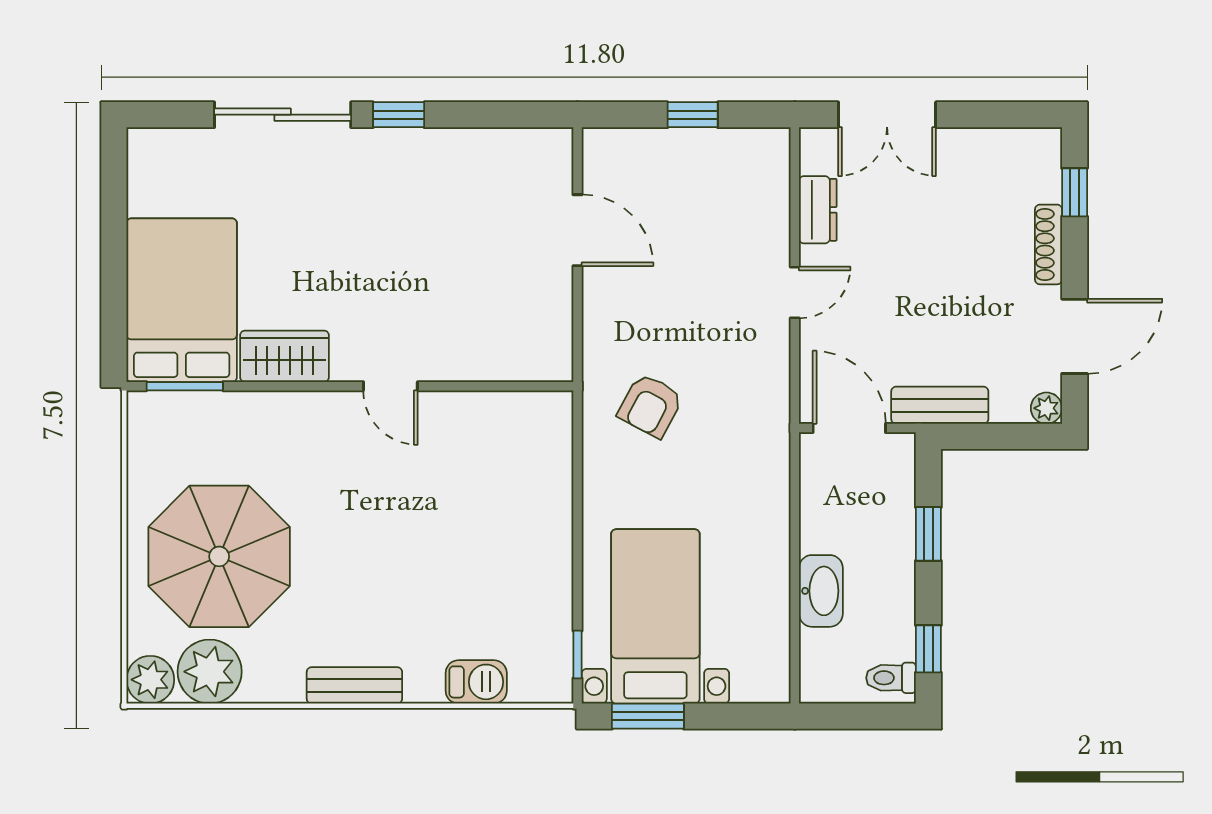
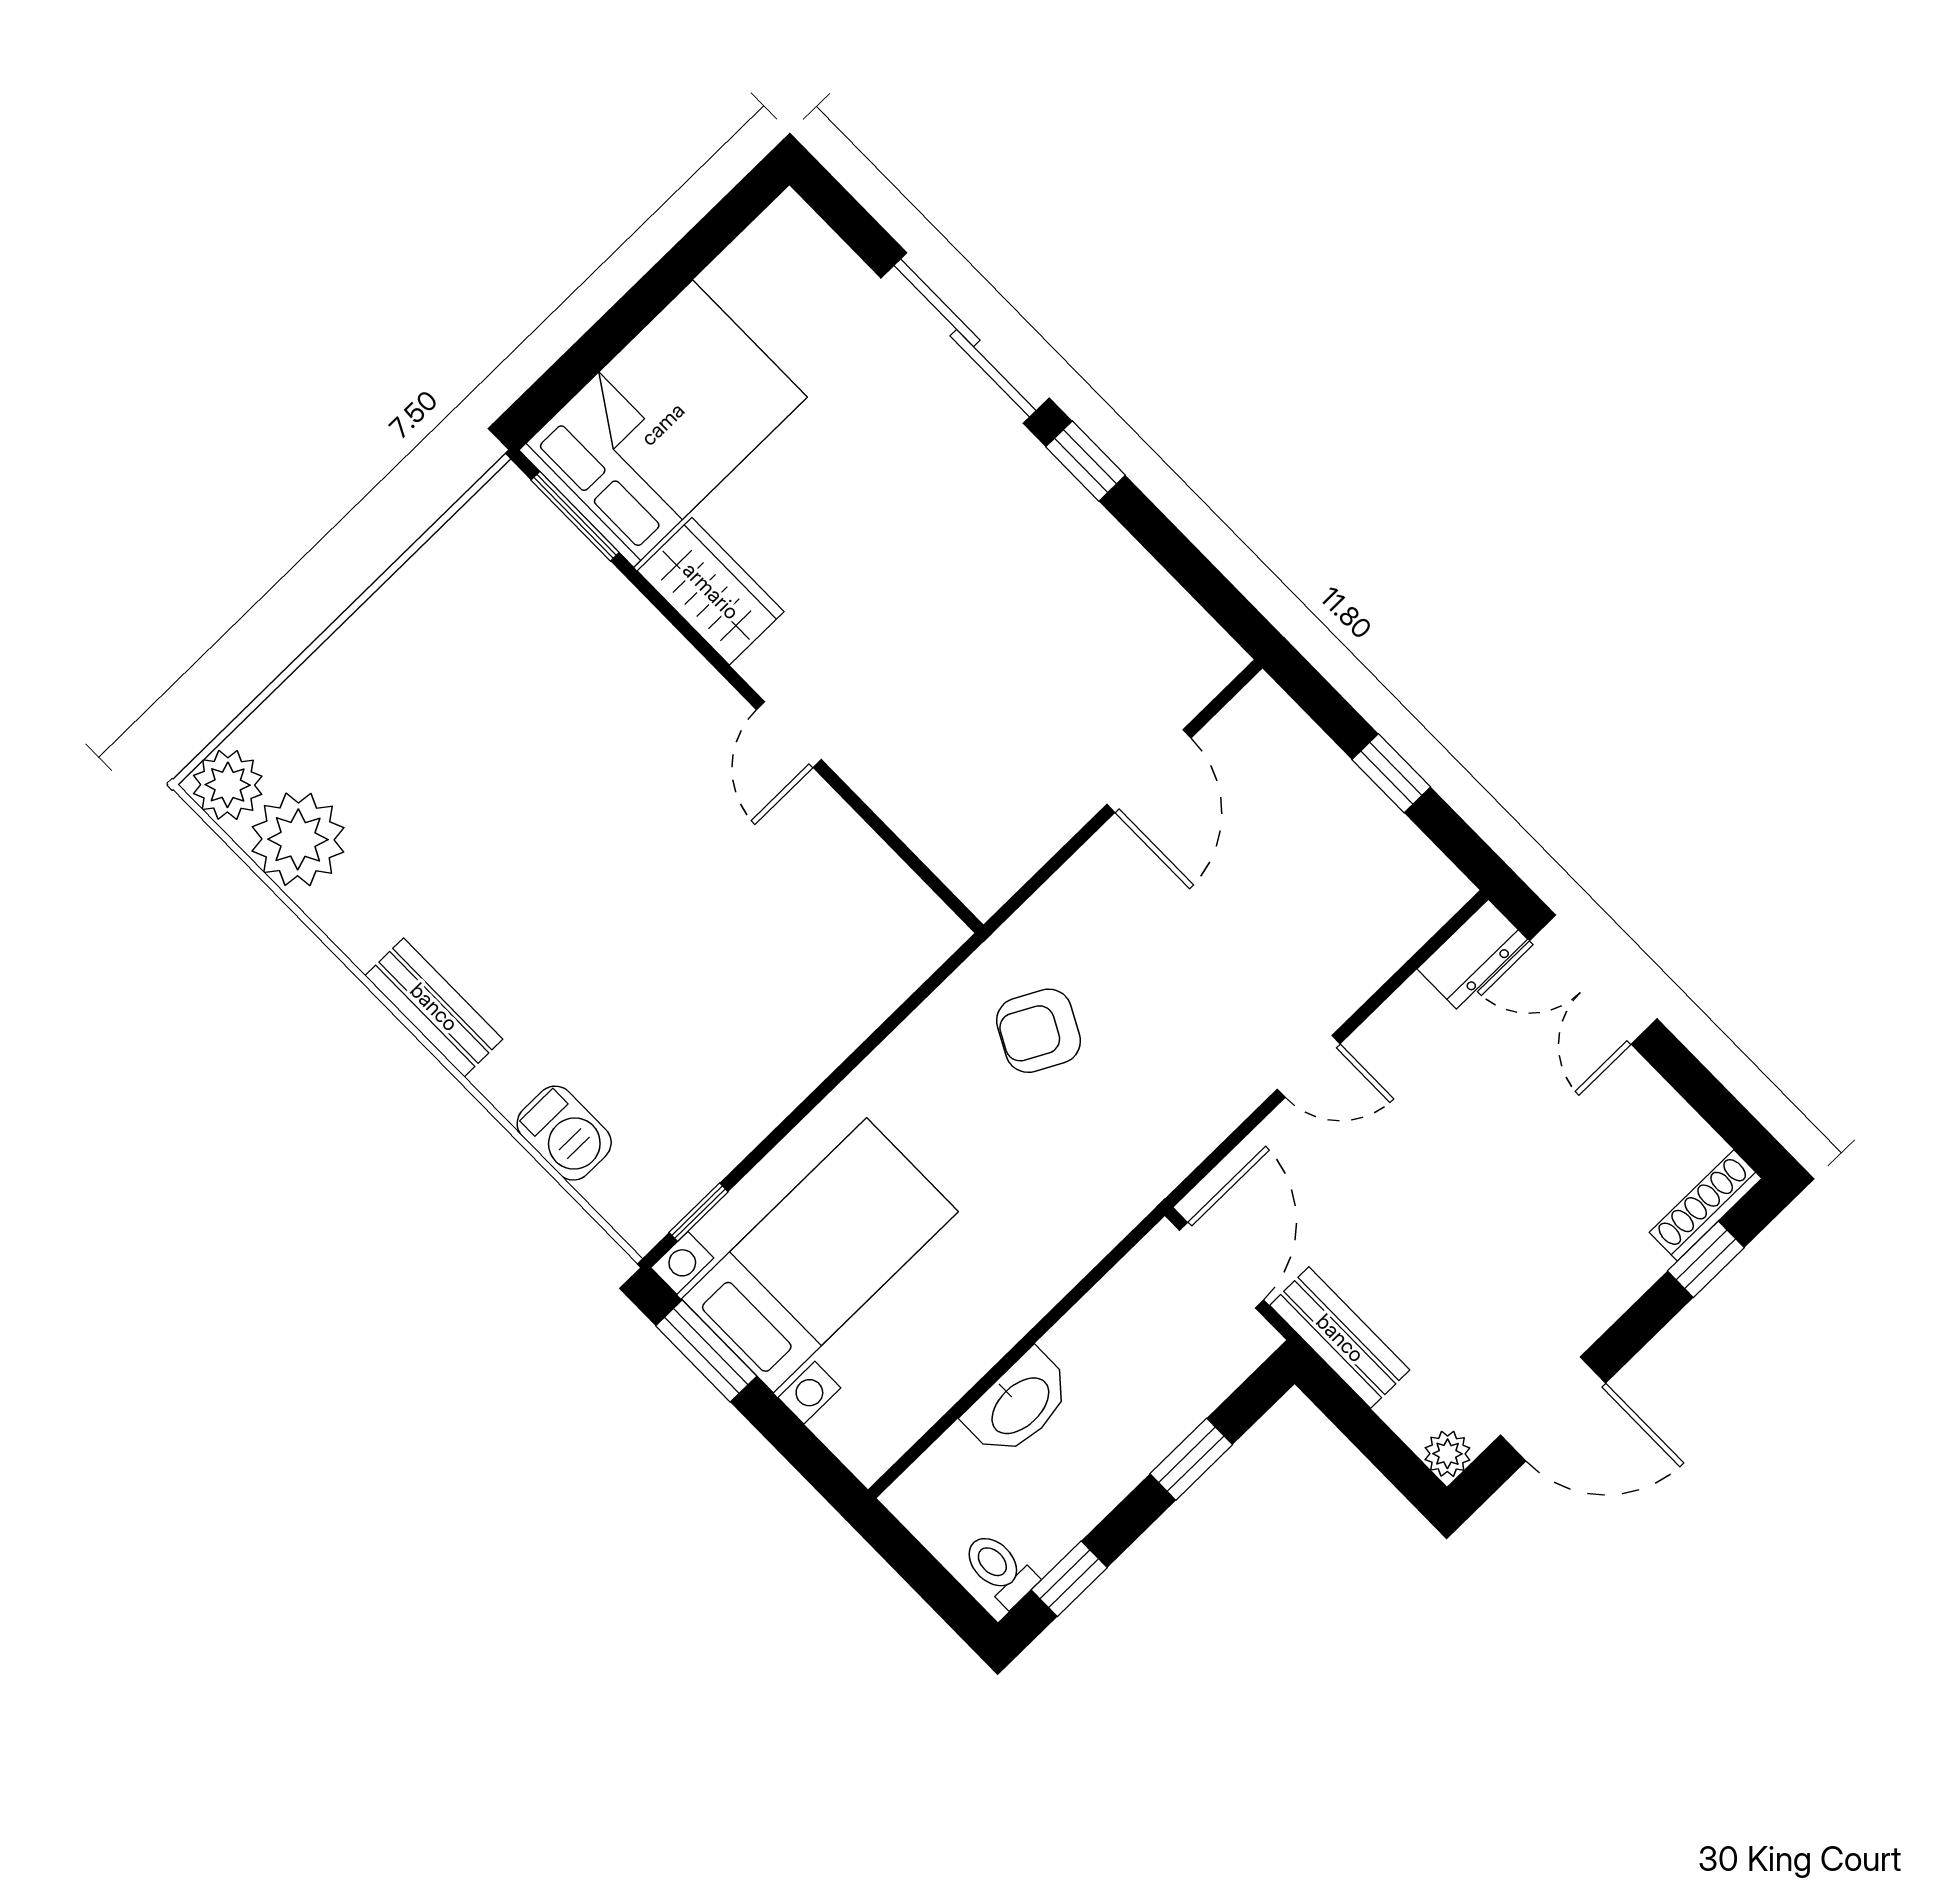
dresser: (818, 210) -> (1472, 954), moved
shoe rack: (1049, 244) -> (1706, 1205), moved
parasol: (219, 556) -> (430, 730), removed

